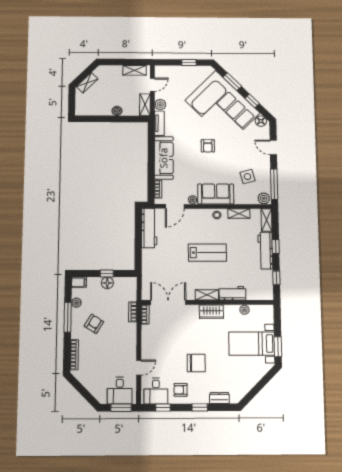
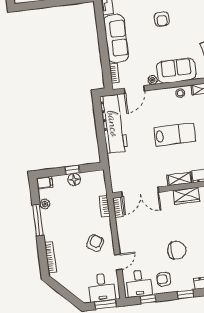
workbench: (149, 228) -> (114, 124), width x1.36, depth x1.32
double door: (168, 303) -> (140, 192), swing flipped
armchair: (94, 324) -> (95, 243), moved

